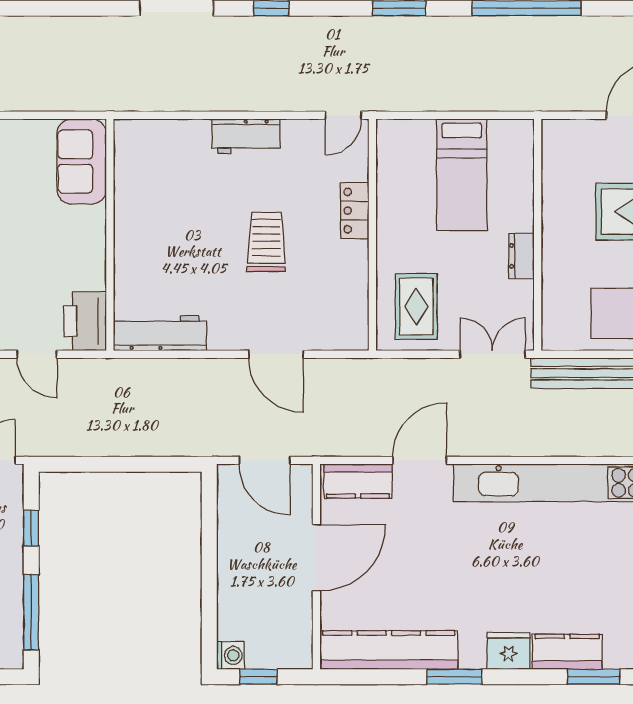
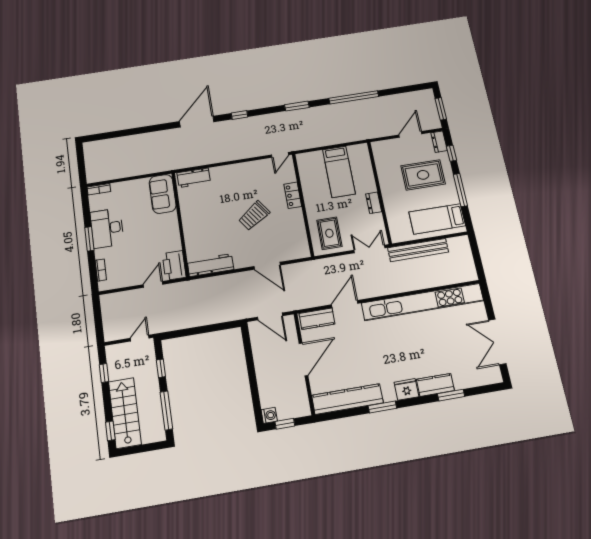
workbench: (246, 136) -> (194, 178), moved
trolley: (266, 242) -> (254, 216), turned -125
door: (37, 354) -> (153, 284), swing flipped

